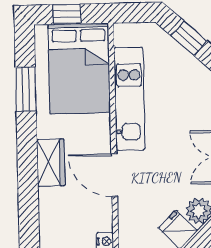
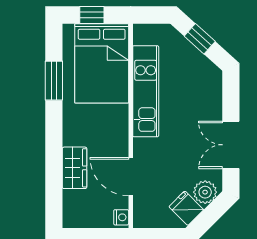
wardrobe: (51, 163) -> (74, 168), moved
door: (114, 175) -> (131, 177), moved

